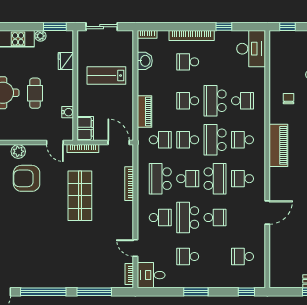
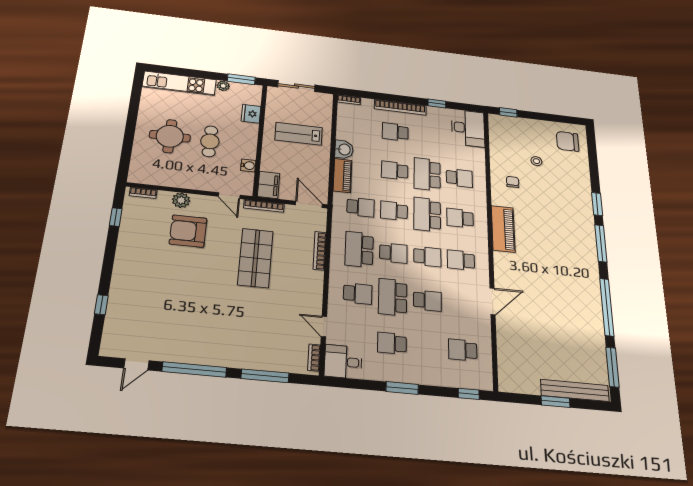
washbasin: (145, 61) -> (344, 149), moved
school desk: (215, 179) -> (427, 257), width x0.54

